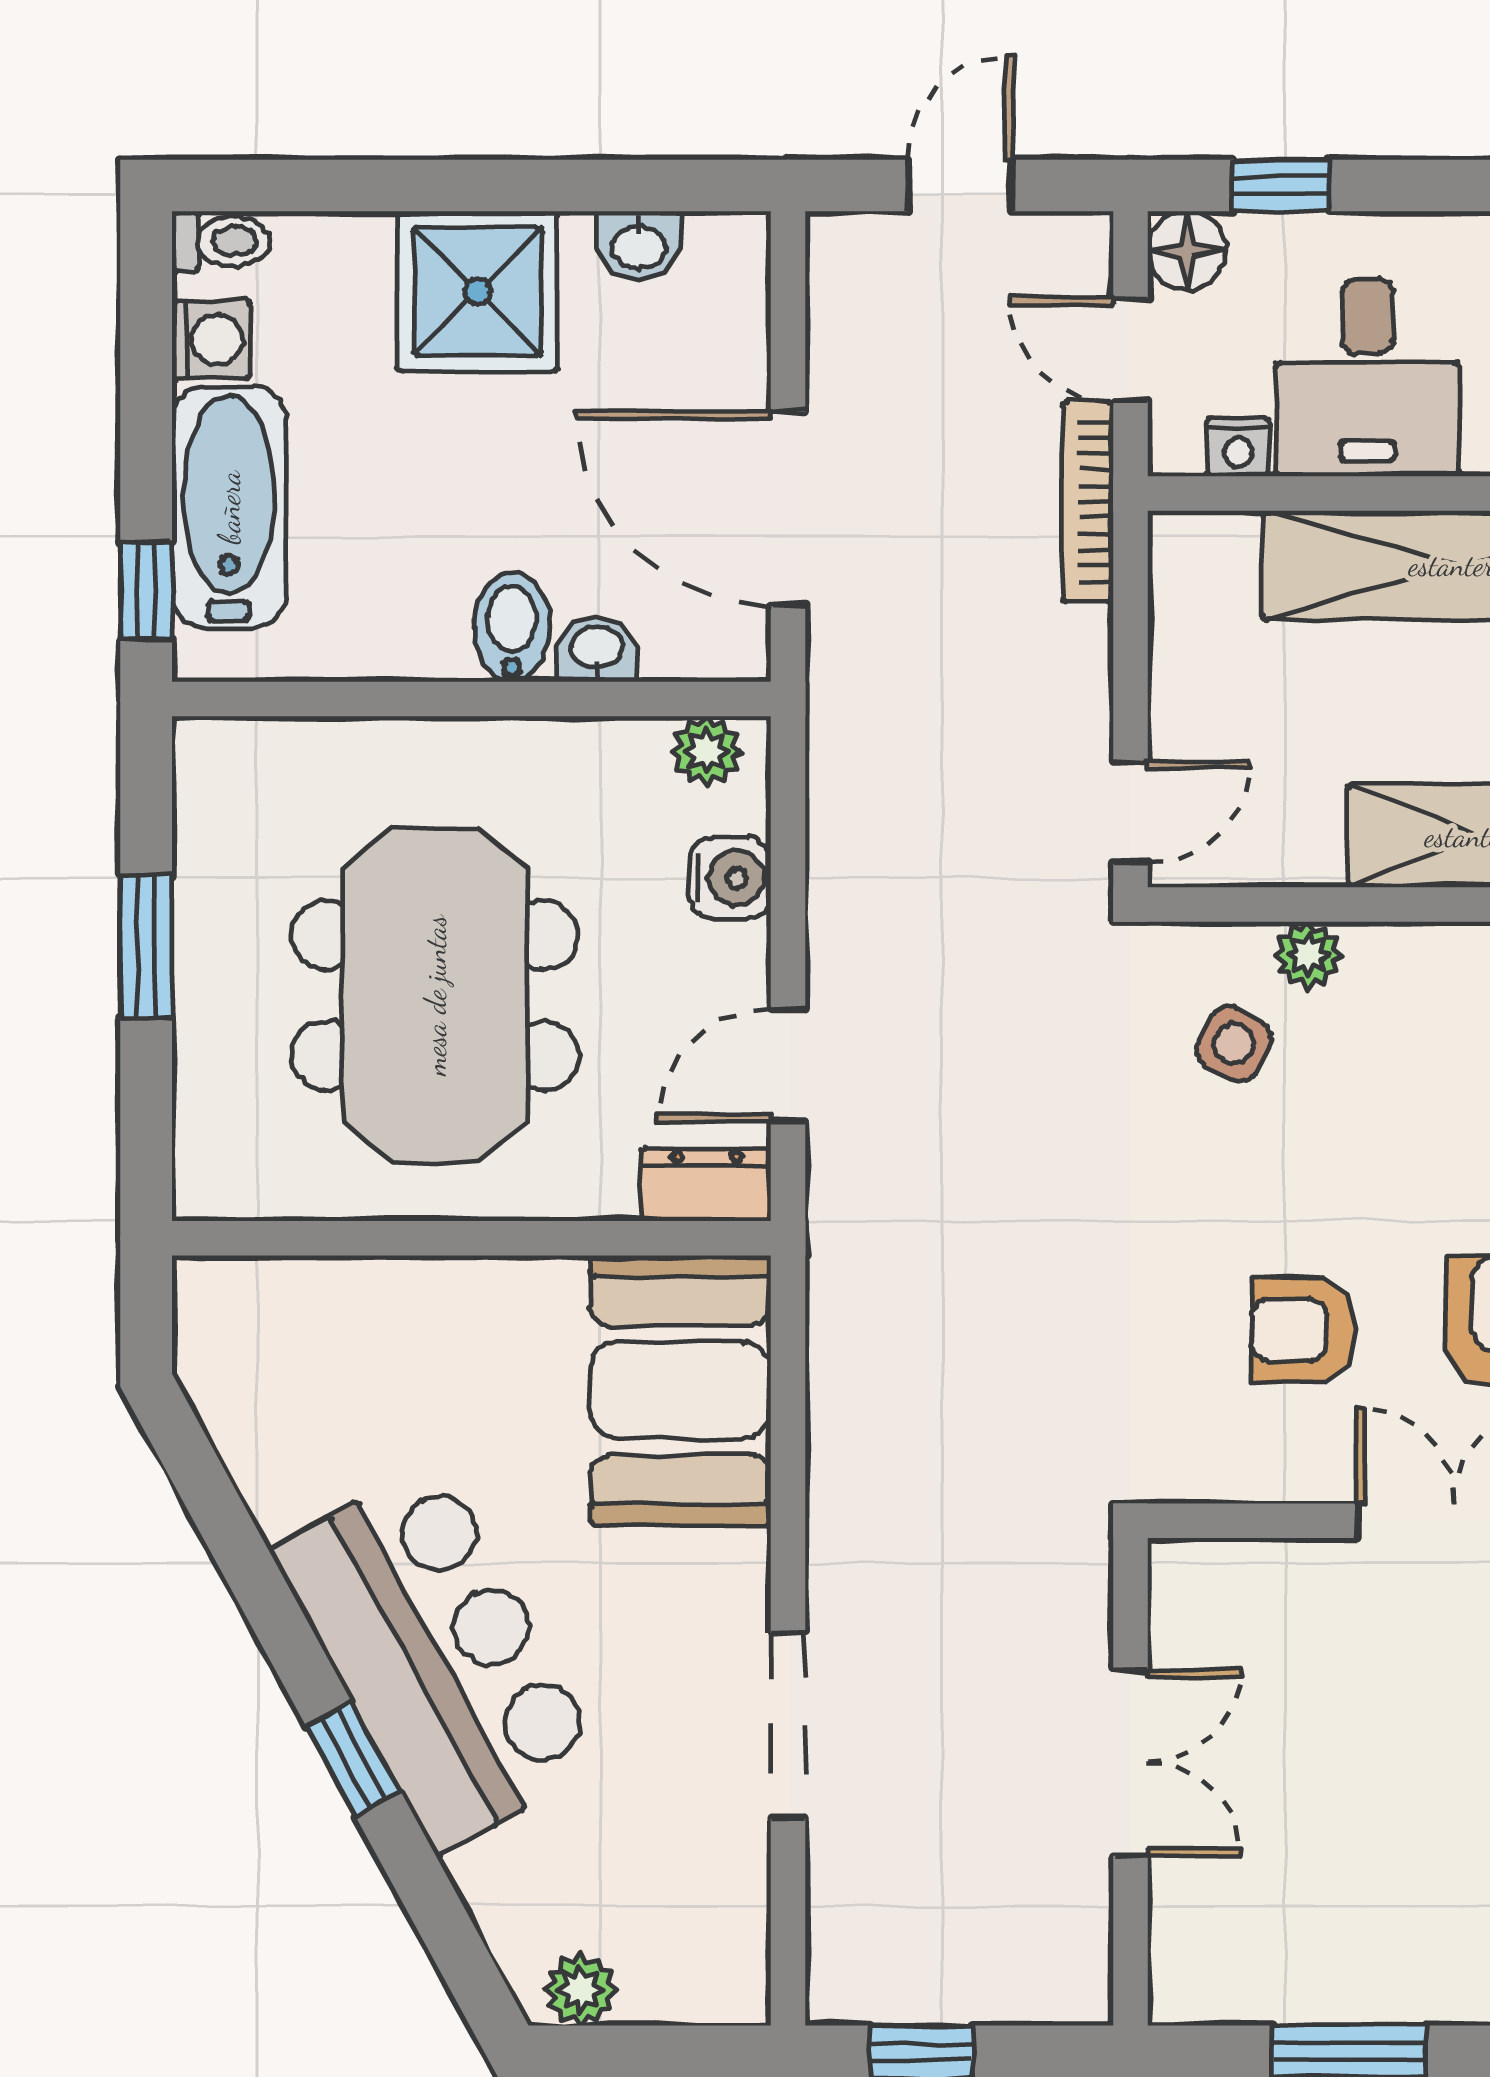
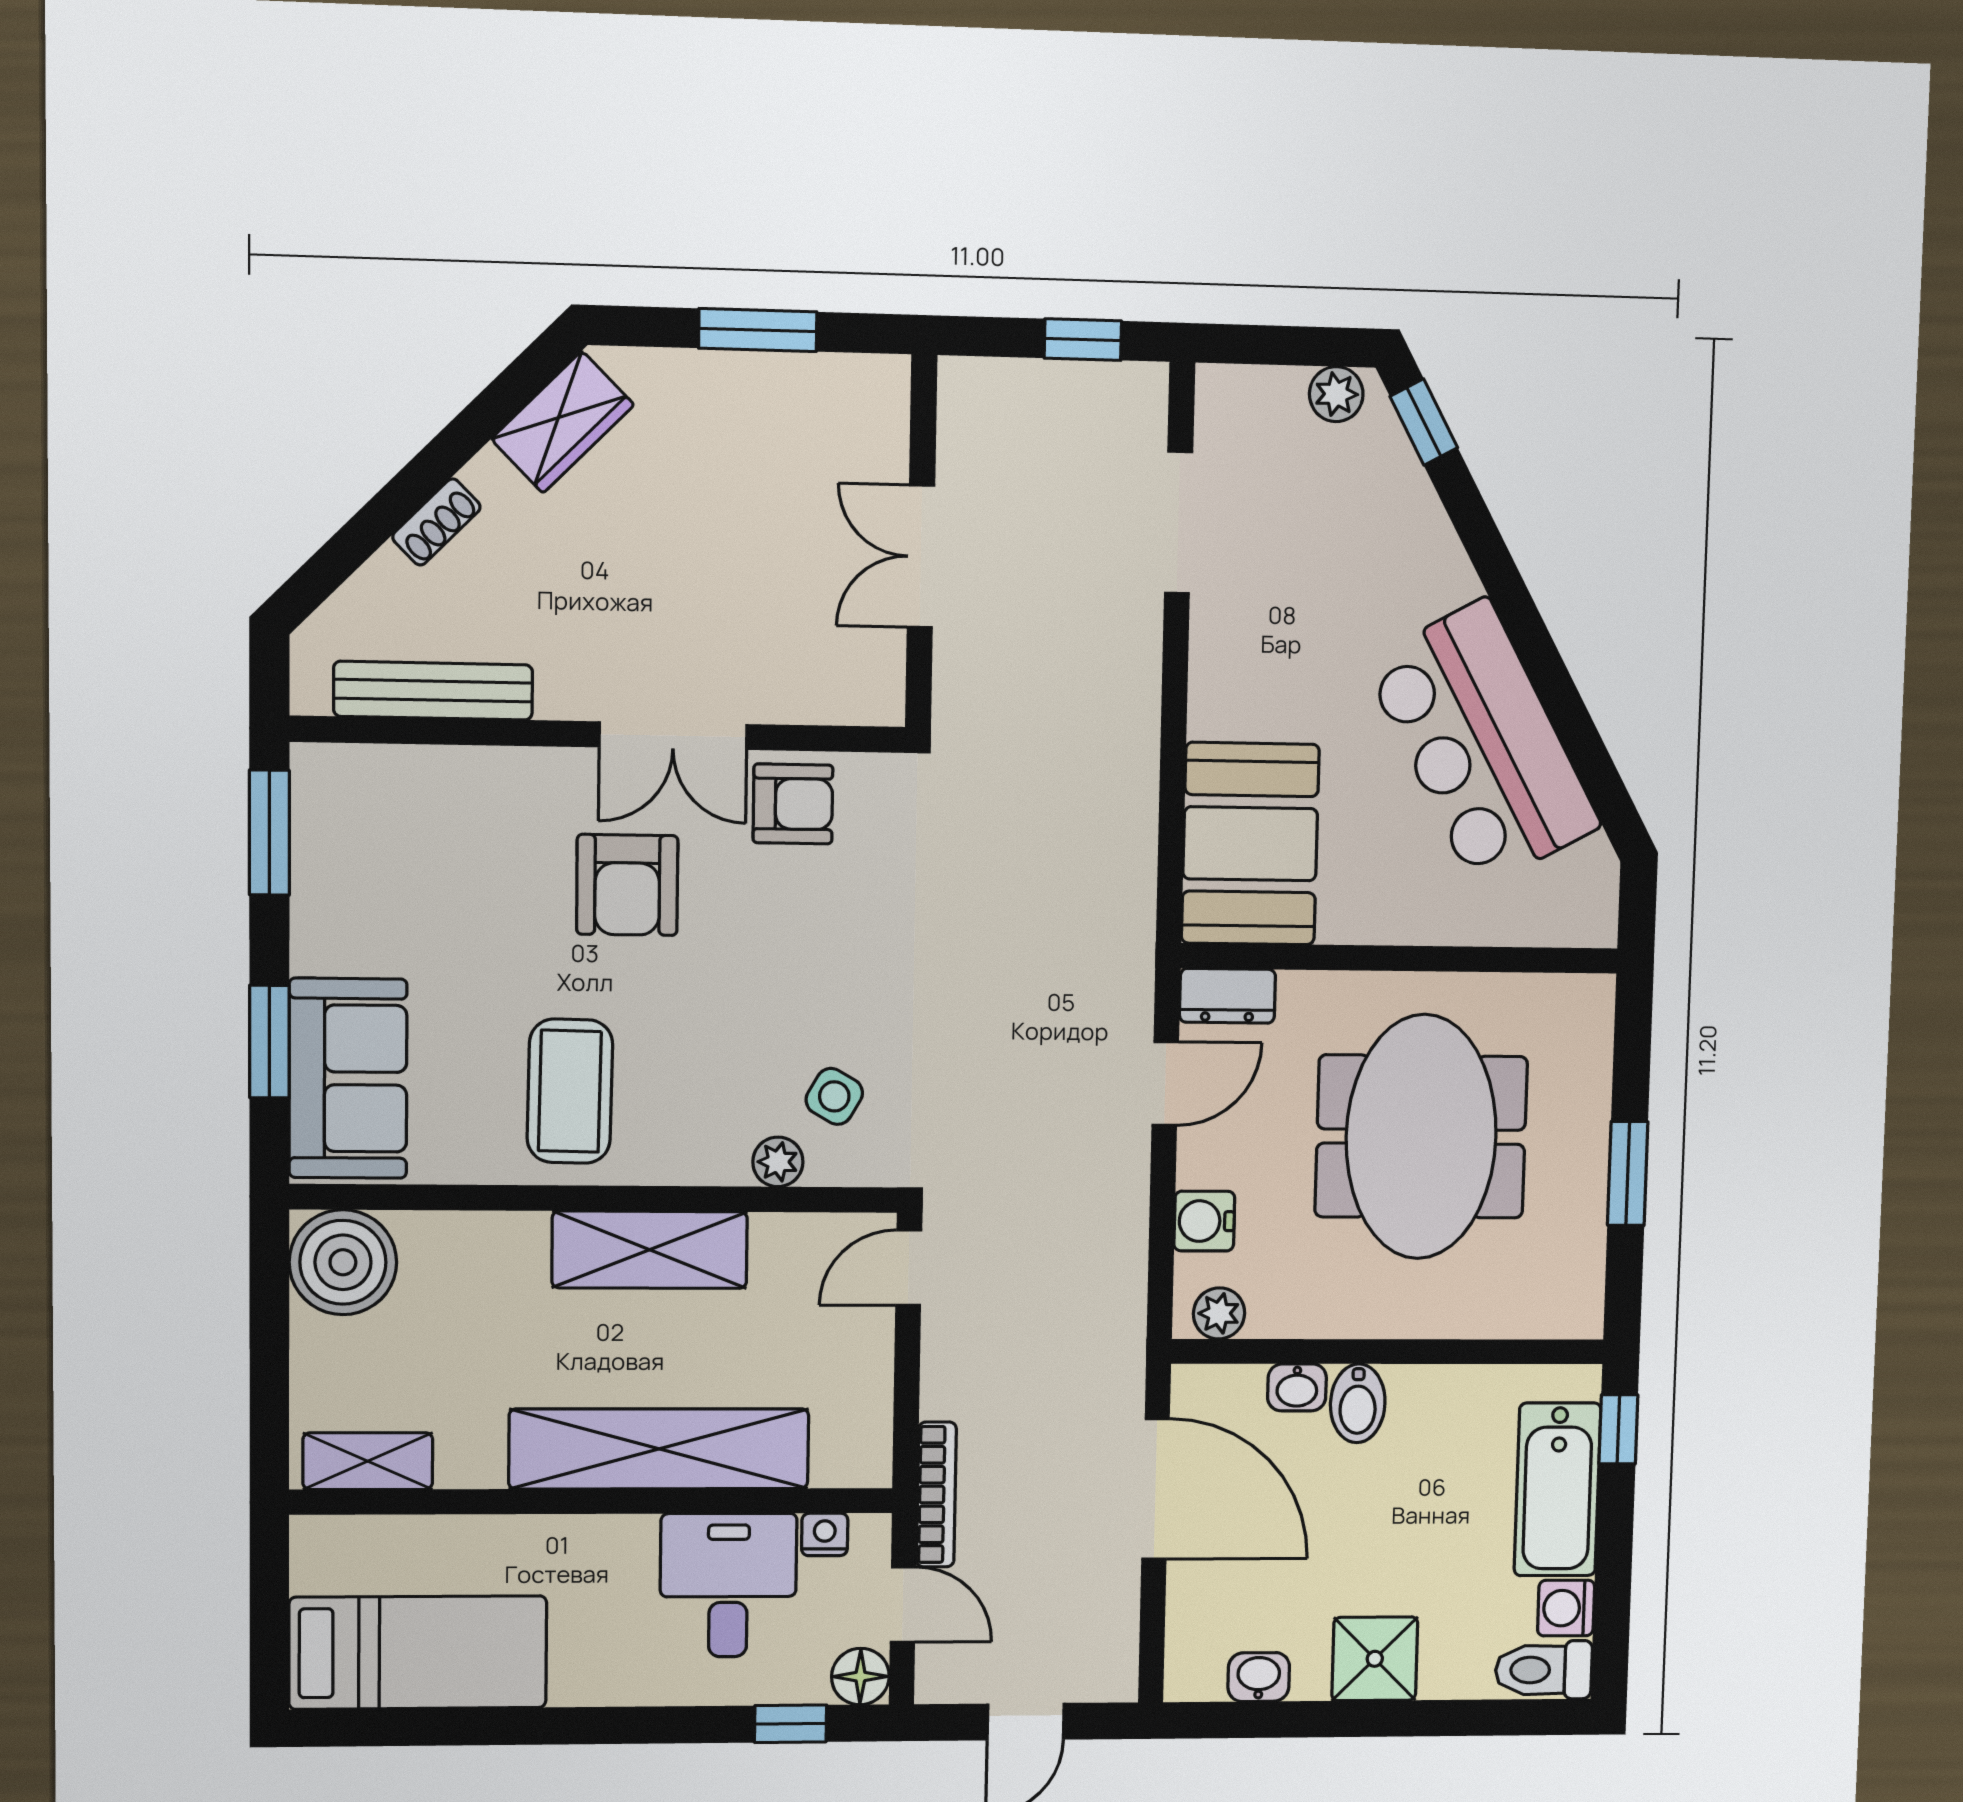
toilet: (221, 241) -> (1544, 1670), width x1.37, depth x1.39
shower: (478, 291) -> (1375, 1659), width x0.73, depth x0.73
armchair: (1304, 1330) -> (793, 804), moved
bar counter: (438, 1657) -> (1482, 744), moved
doorway: (788, 1726) -> (1179, 523), moved
window: (353, 1759) -> (1424, 422), moved

